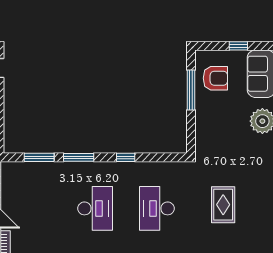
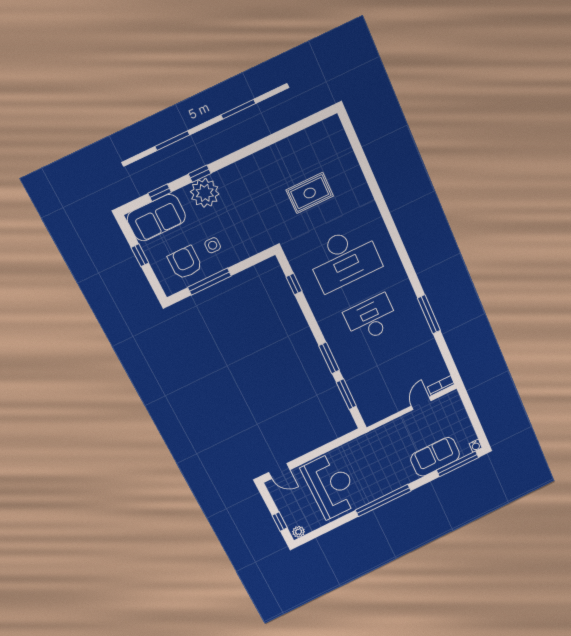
side table: (219, 107) -> (213, 245), added
window: (126, 157) -> (294, 284), moved
desk: (157, 208) -> (344, 258), width x1.36, depth x1.30

